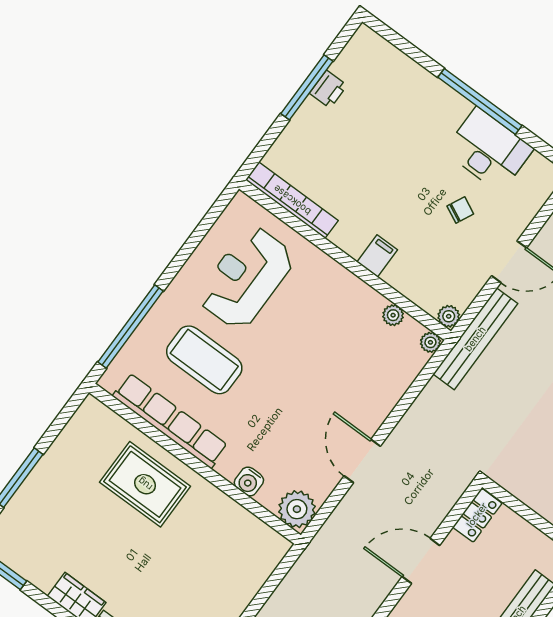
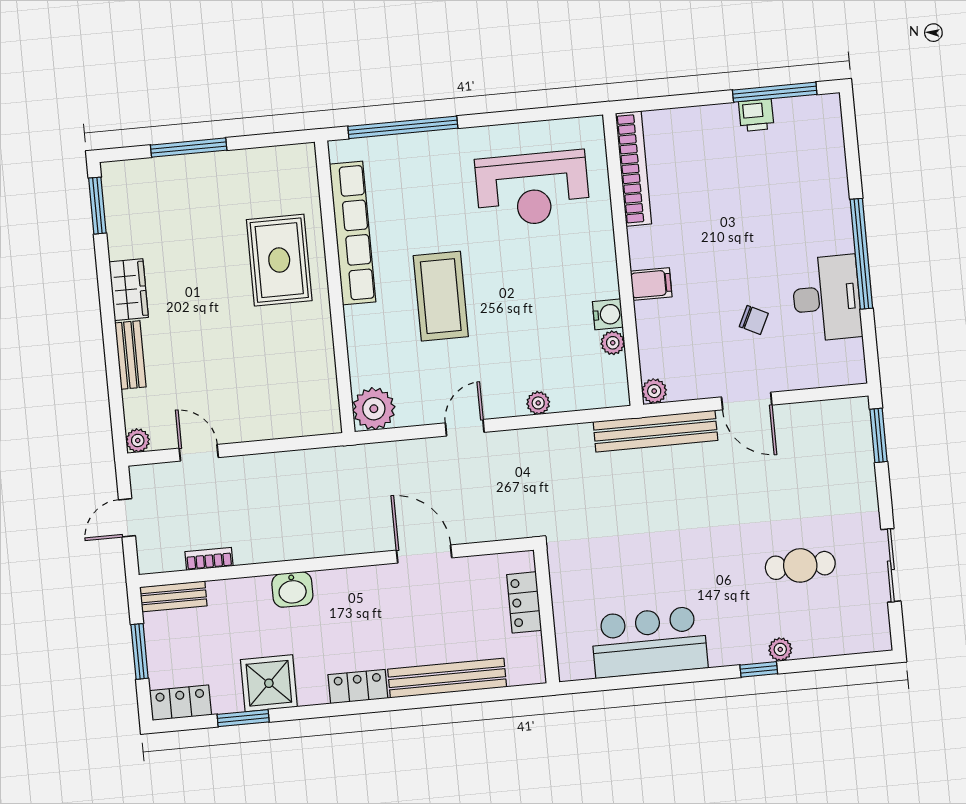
window: (307, 87) -> (775, 92), moved
reception desk: (246, 278) -> (532, 189), turned 180
plant: (430, 342) -> (538, 403), moved
coffee table: (204, 360) -> (441, 296), moved
door: (362, 461) -> (465, 428), width x0.73
water cooler: (249, 481) -> (608, 314), moved, turned 180
locker: (477, 515) -> (524, 602), moved, turned 90

